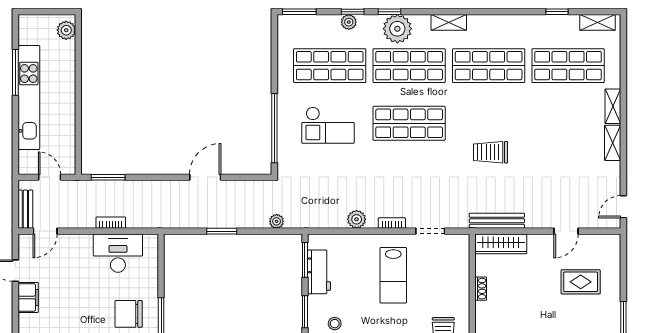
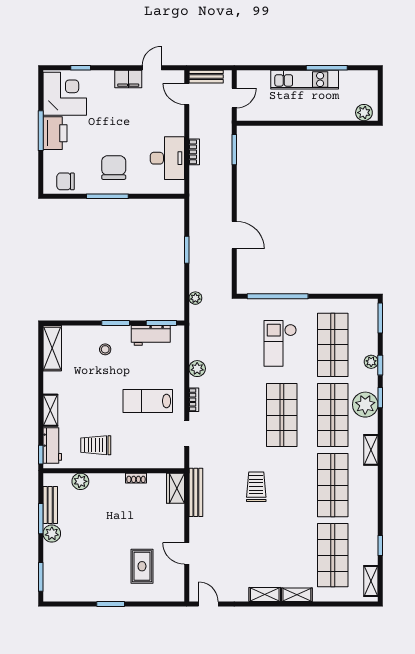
kitchen unit: (29, 97) -> (305, 80), width x0.73
wardrobe: (501, 244) -> (175, 488), width x0.67

